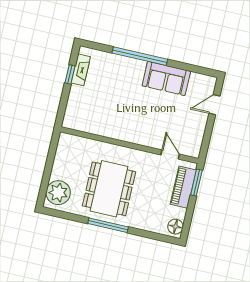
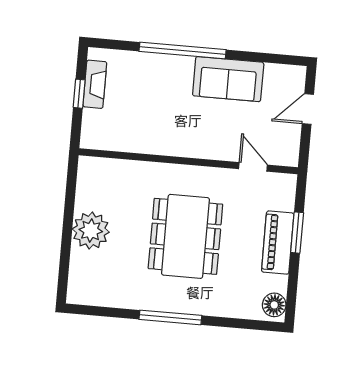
wall: (129, 145) -> (188, 161), moved
door: (170, 154) -> (253, 167), moved
dining table: (109, 189) -> (185, 236), moved
plant: (58, 193) -> (91, 231), moved

